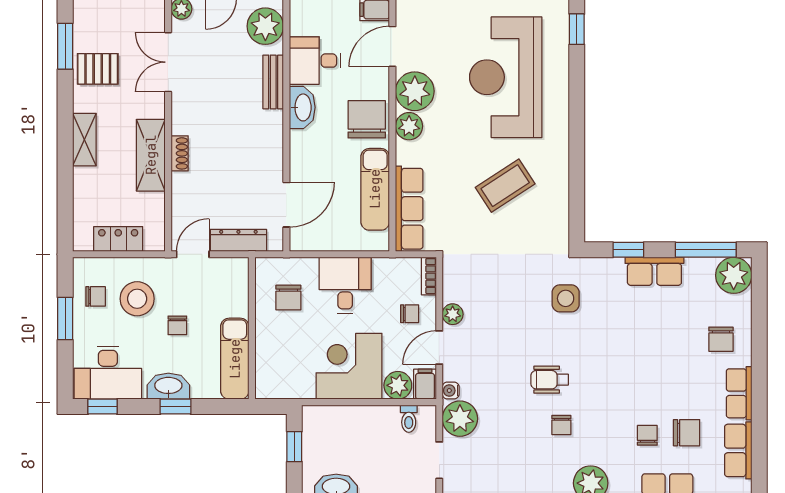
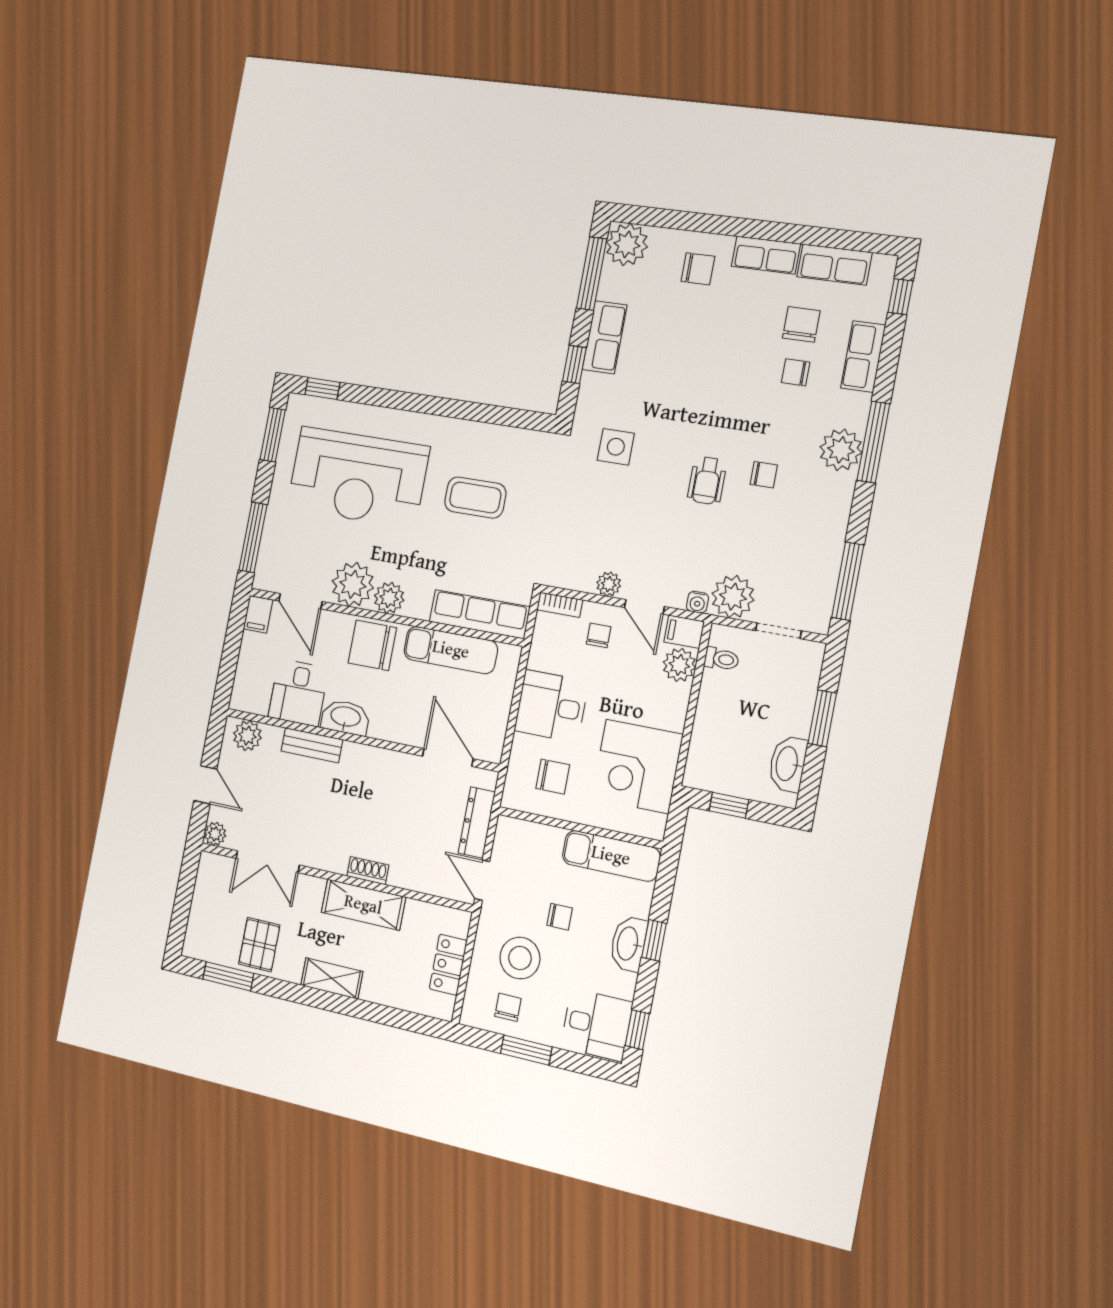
plant: (265, 26) -> (247, 736), width x0.73, depth x0.73
coffee table: (505, 186) -> (475, 498), turned -57
corner desk: (349, 366) -> (637, 766), moved
desk: (108, 373) -> (597, 1025), width x0.73

